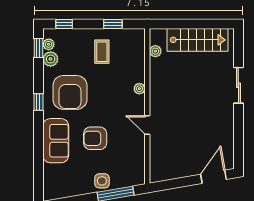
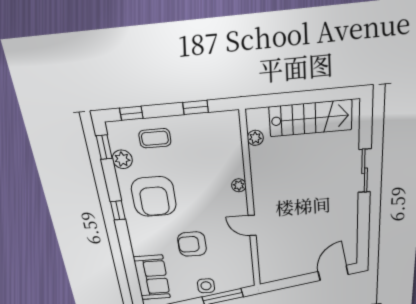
plant: (49, 44) -> (116, 141), removed
coffee table: (102, 52) -> (155, 138), moved, turned 90
sofa: (56, 141) -> (152, 278), moved

